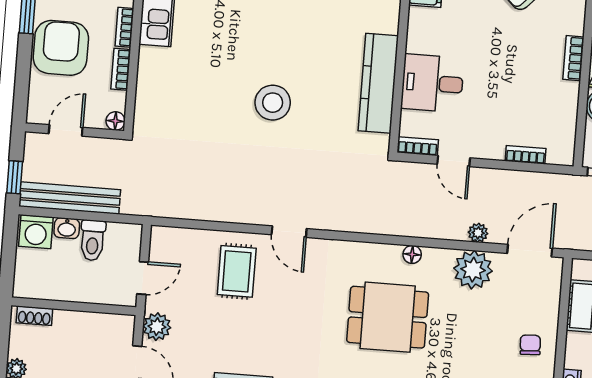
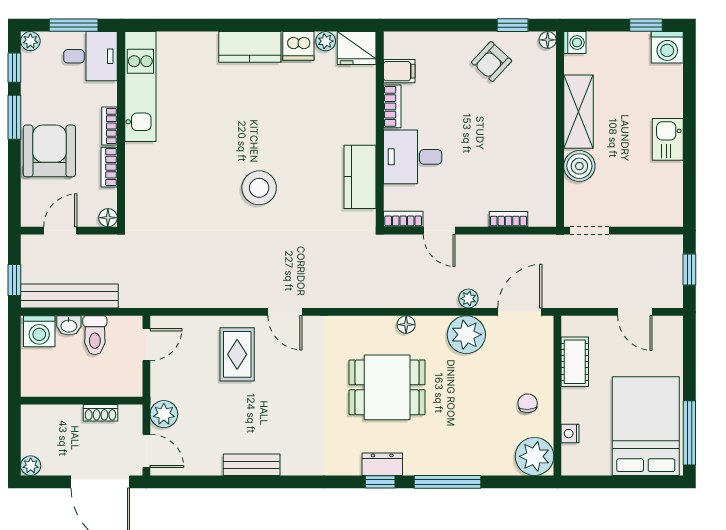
bookcase: (573, 58) -> (392, 106), moved, turned 180
kitchen counter: (378, 83) -> (360, 177), width x0.67
door: (143, 278) -> (146, 345), moved
shoe rack: (34, 316) -> (100, 413), moved

